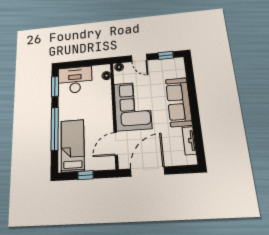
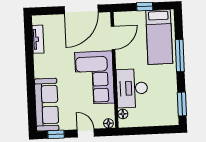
desk: (75, 80) -> (132, 88), moved, turned 90
sofa: (179, 102) -> (47, 105), moved
window: (55, 129) -> (180, 56), width x0.68

